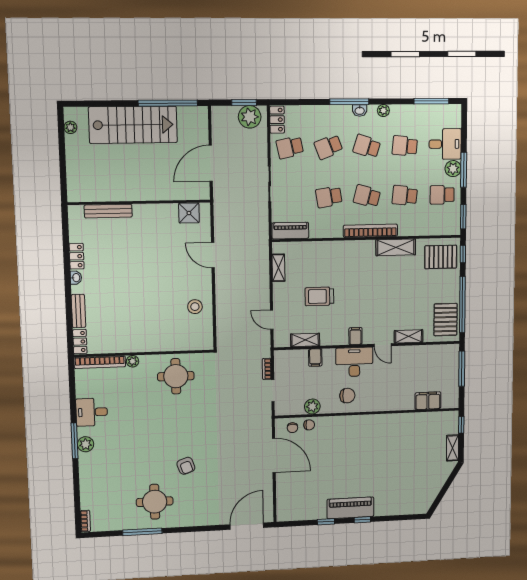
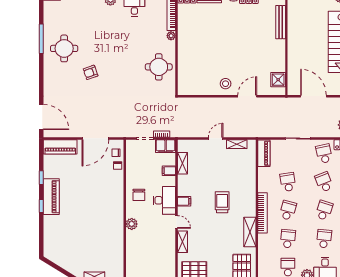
trolley: (319, 296) -> (222, 202), moved
stool: (195, 307) -> (226, 84), moved
door: (272, 320) -> (216, 138), moved
door: (383, 345) -> (177, 222), swing flipped
filing cabinet: (428, 401) -> (166, 146), moved, turned 90
plant: (312, 407) -> (132, 224), moved
piano: (286, 500) -> (60, 147), added

